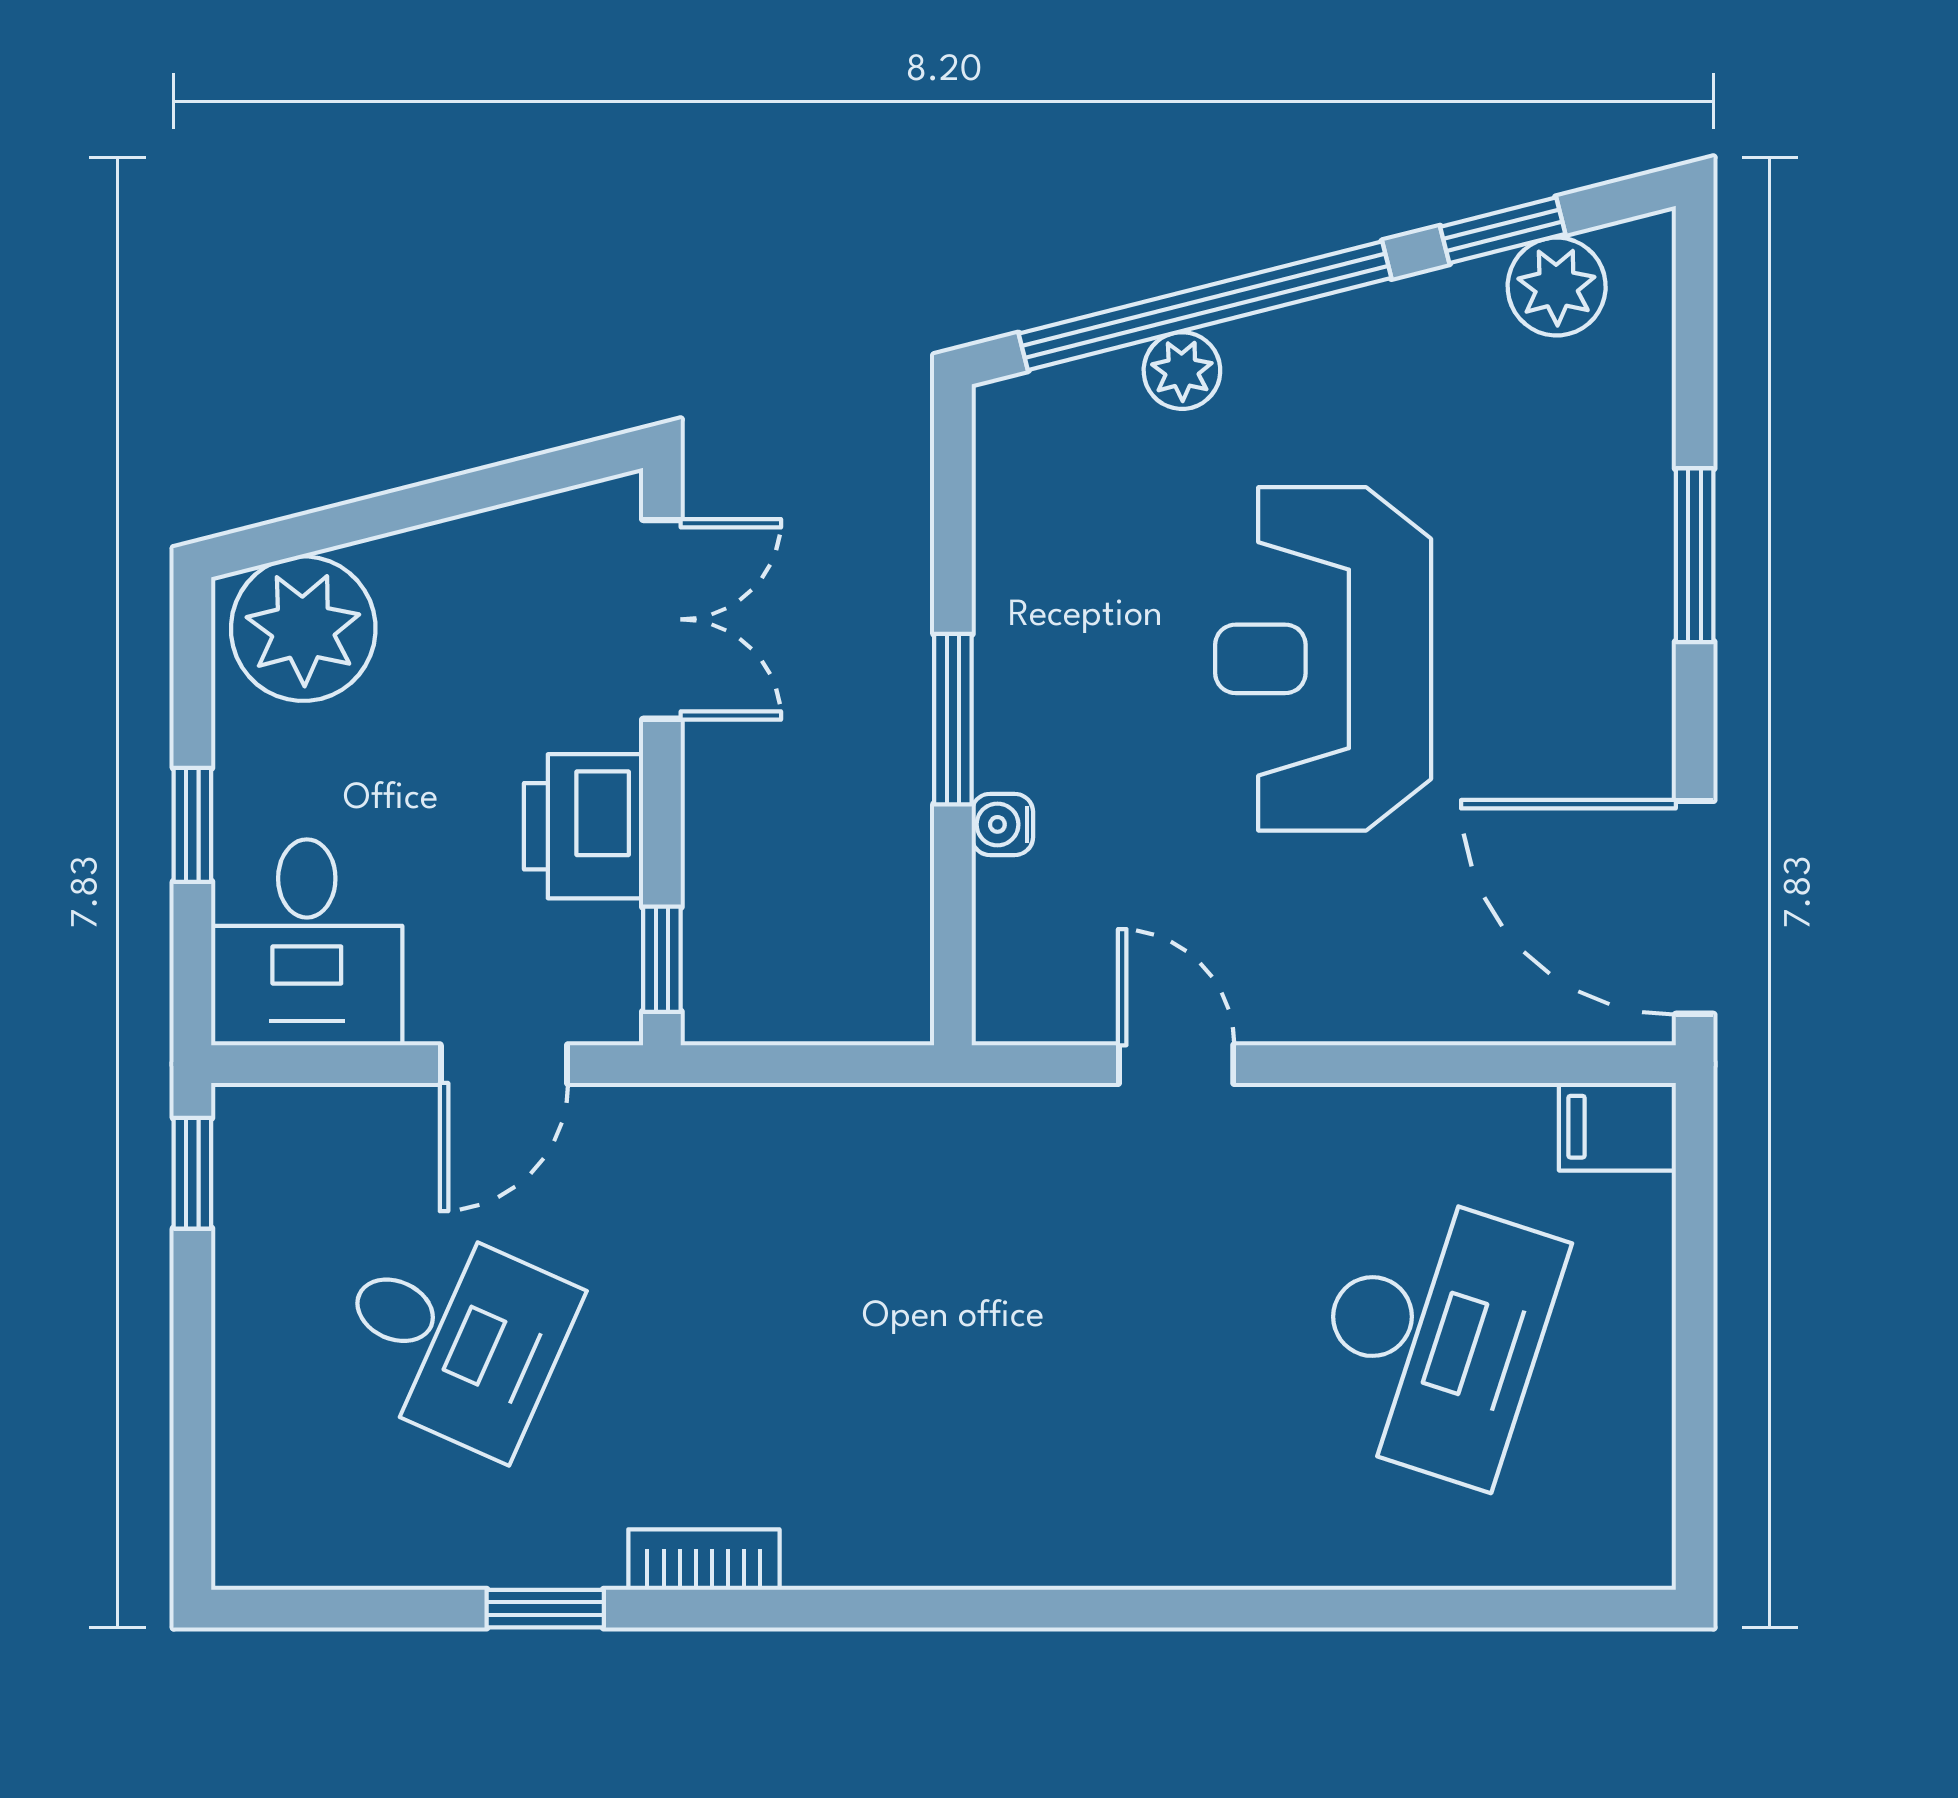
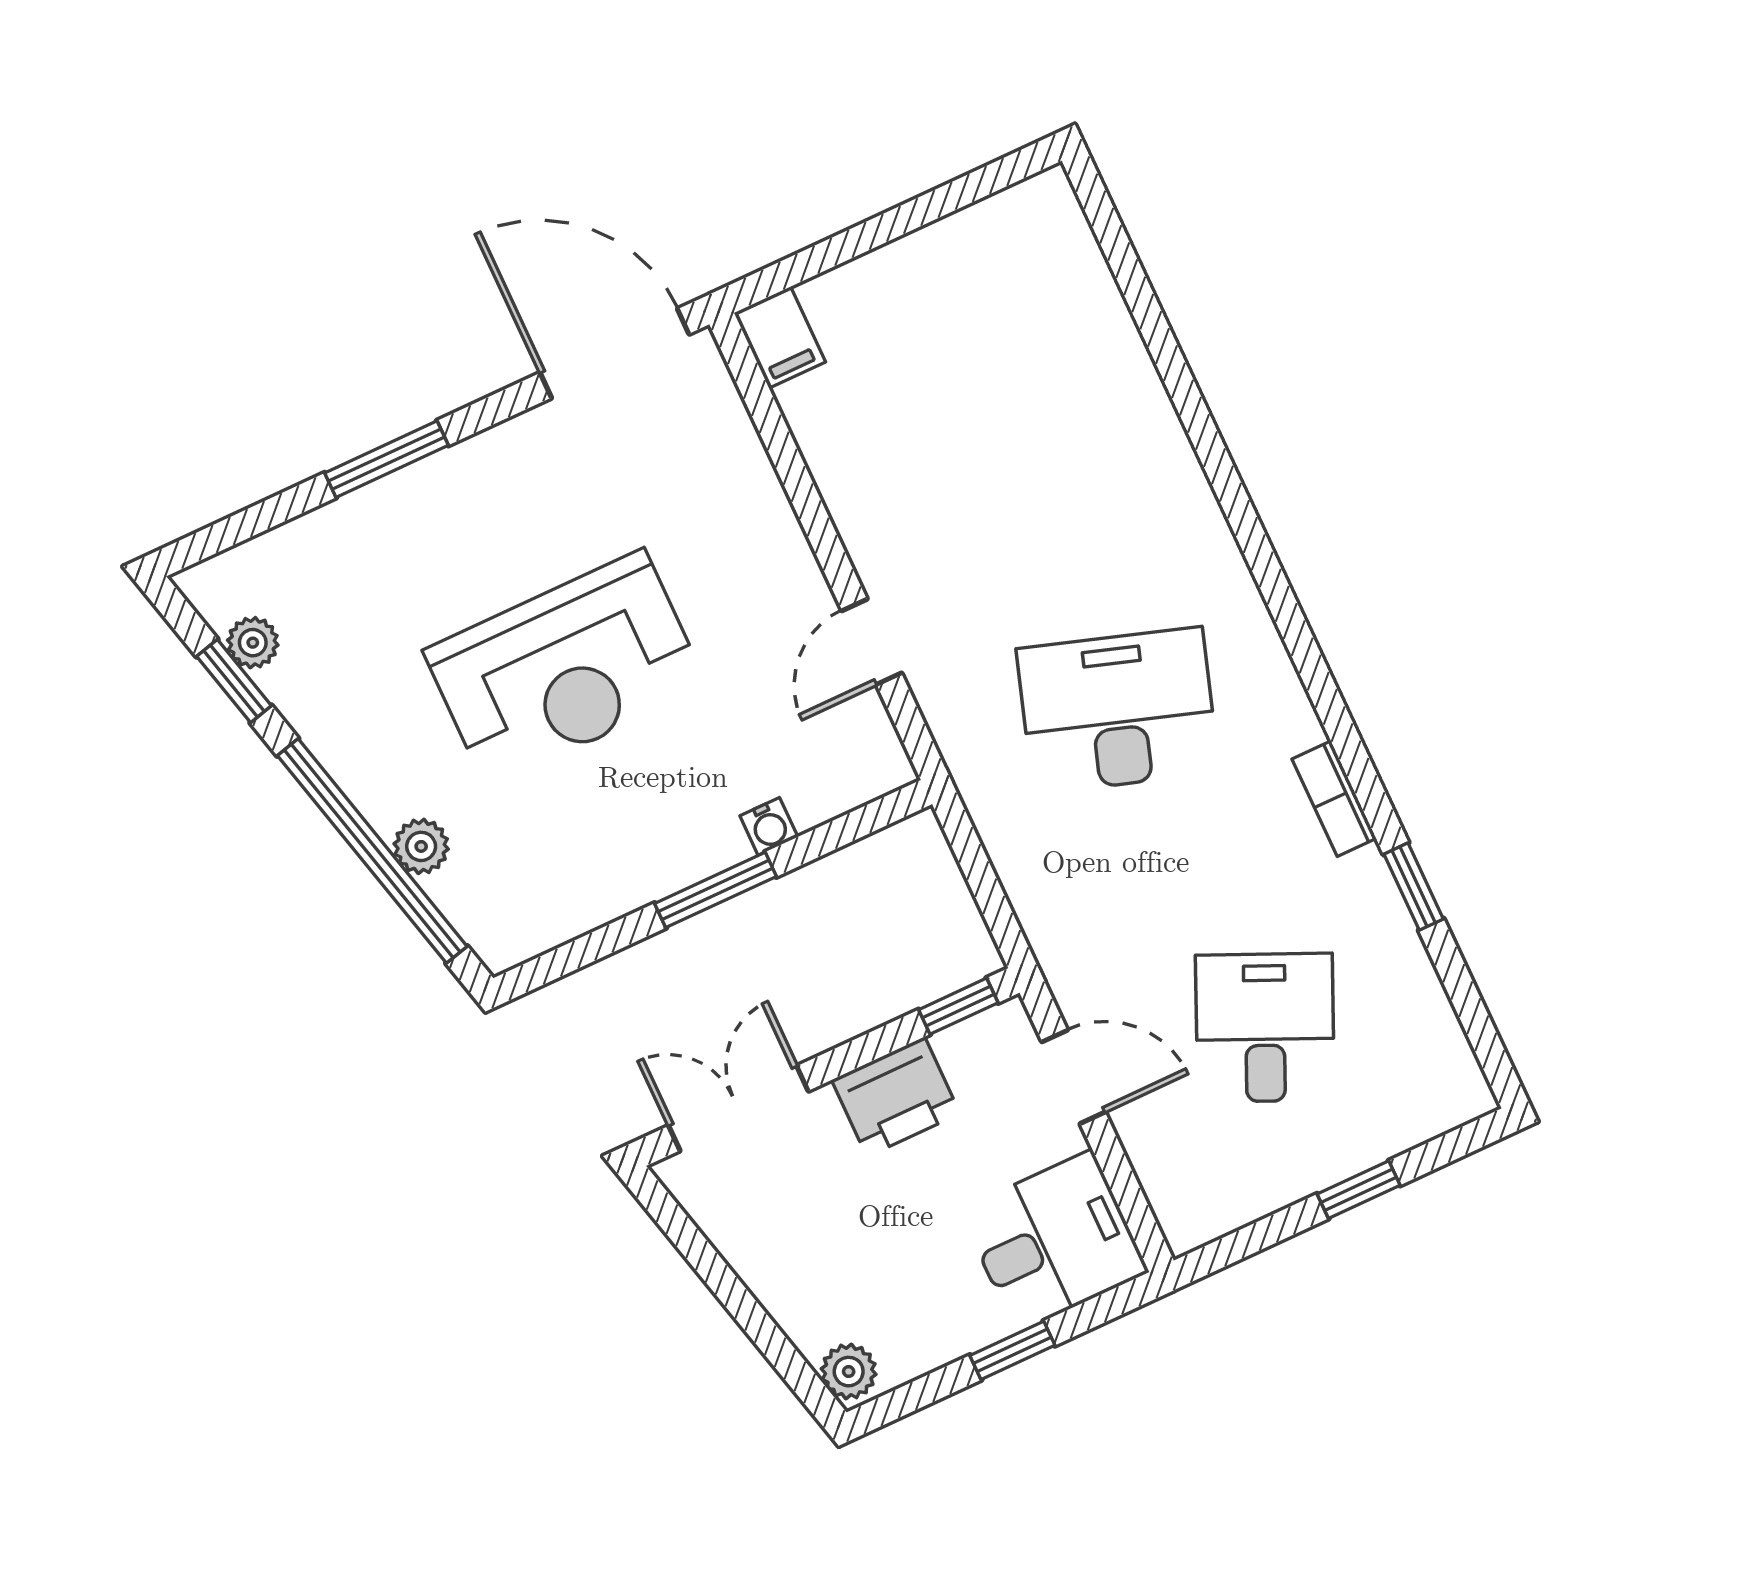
plant: (1557, 287) -> (253, 643), width x0.73, depth x0.73
plant: (303, 629) -> (849, 1372), width x0.53, depth x0.53
door: (1695, 907) -> (615, 353), swing flipped
window: (192, 1173) -> (1359, 1190), moved
desk: (1433, 1336) -> (1118, 711), moved

